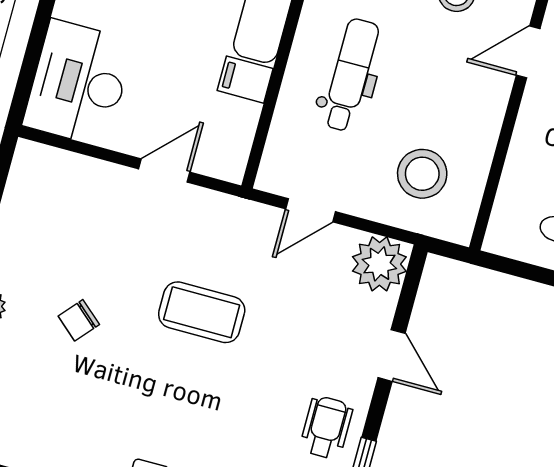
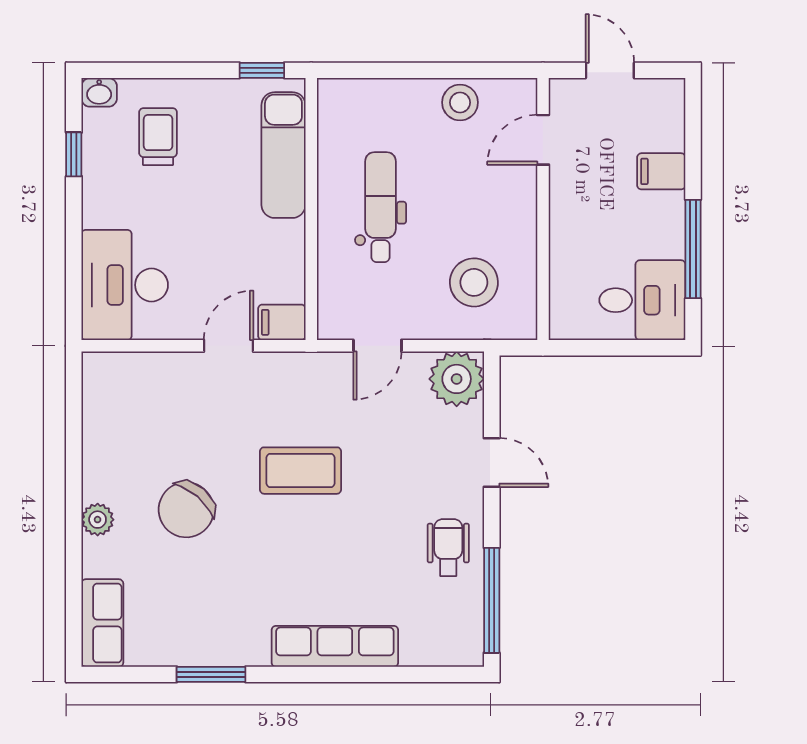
filing cabinet: (245, 80) -> (282, 322), moved
chair: (79, 320) -> (186, 510), width x1.87, depth x1.87

